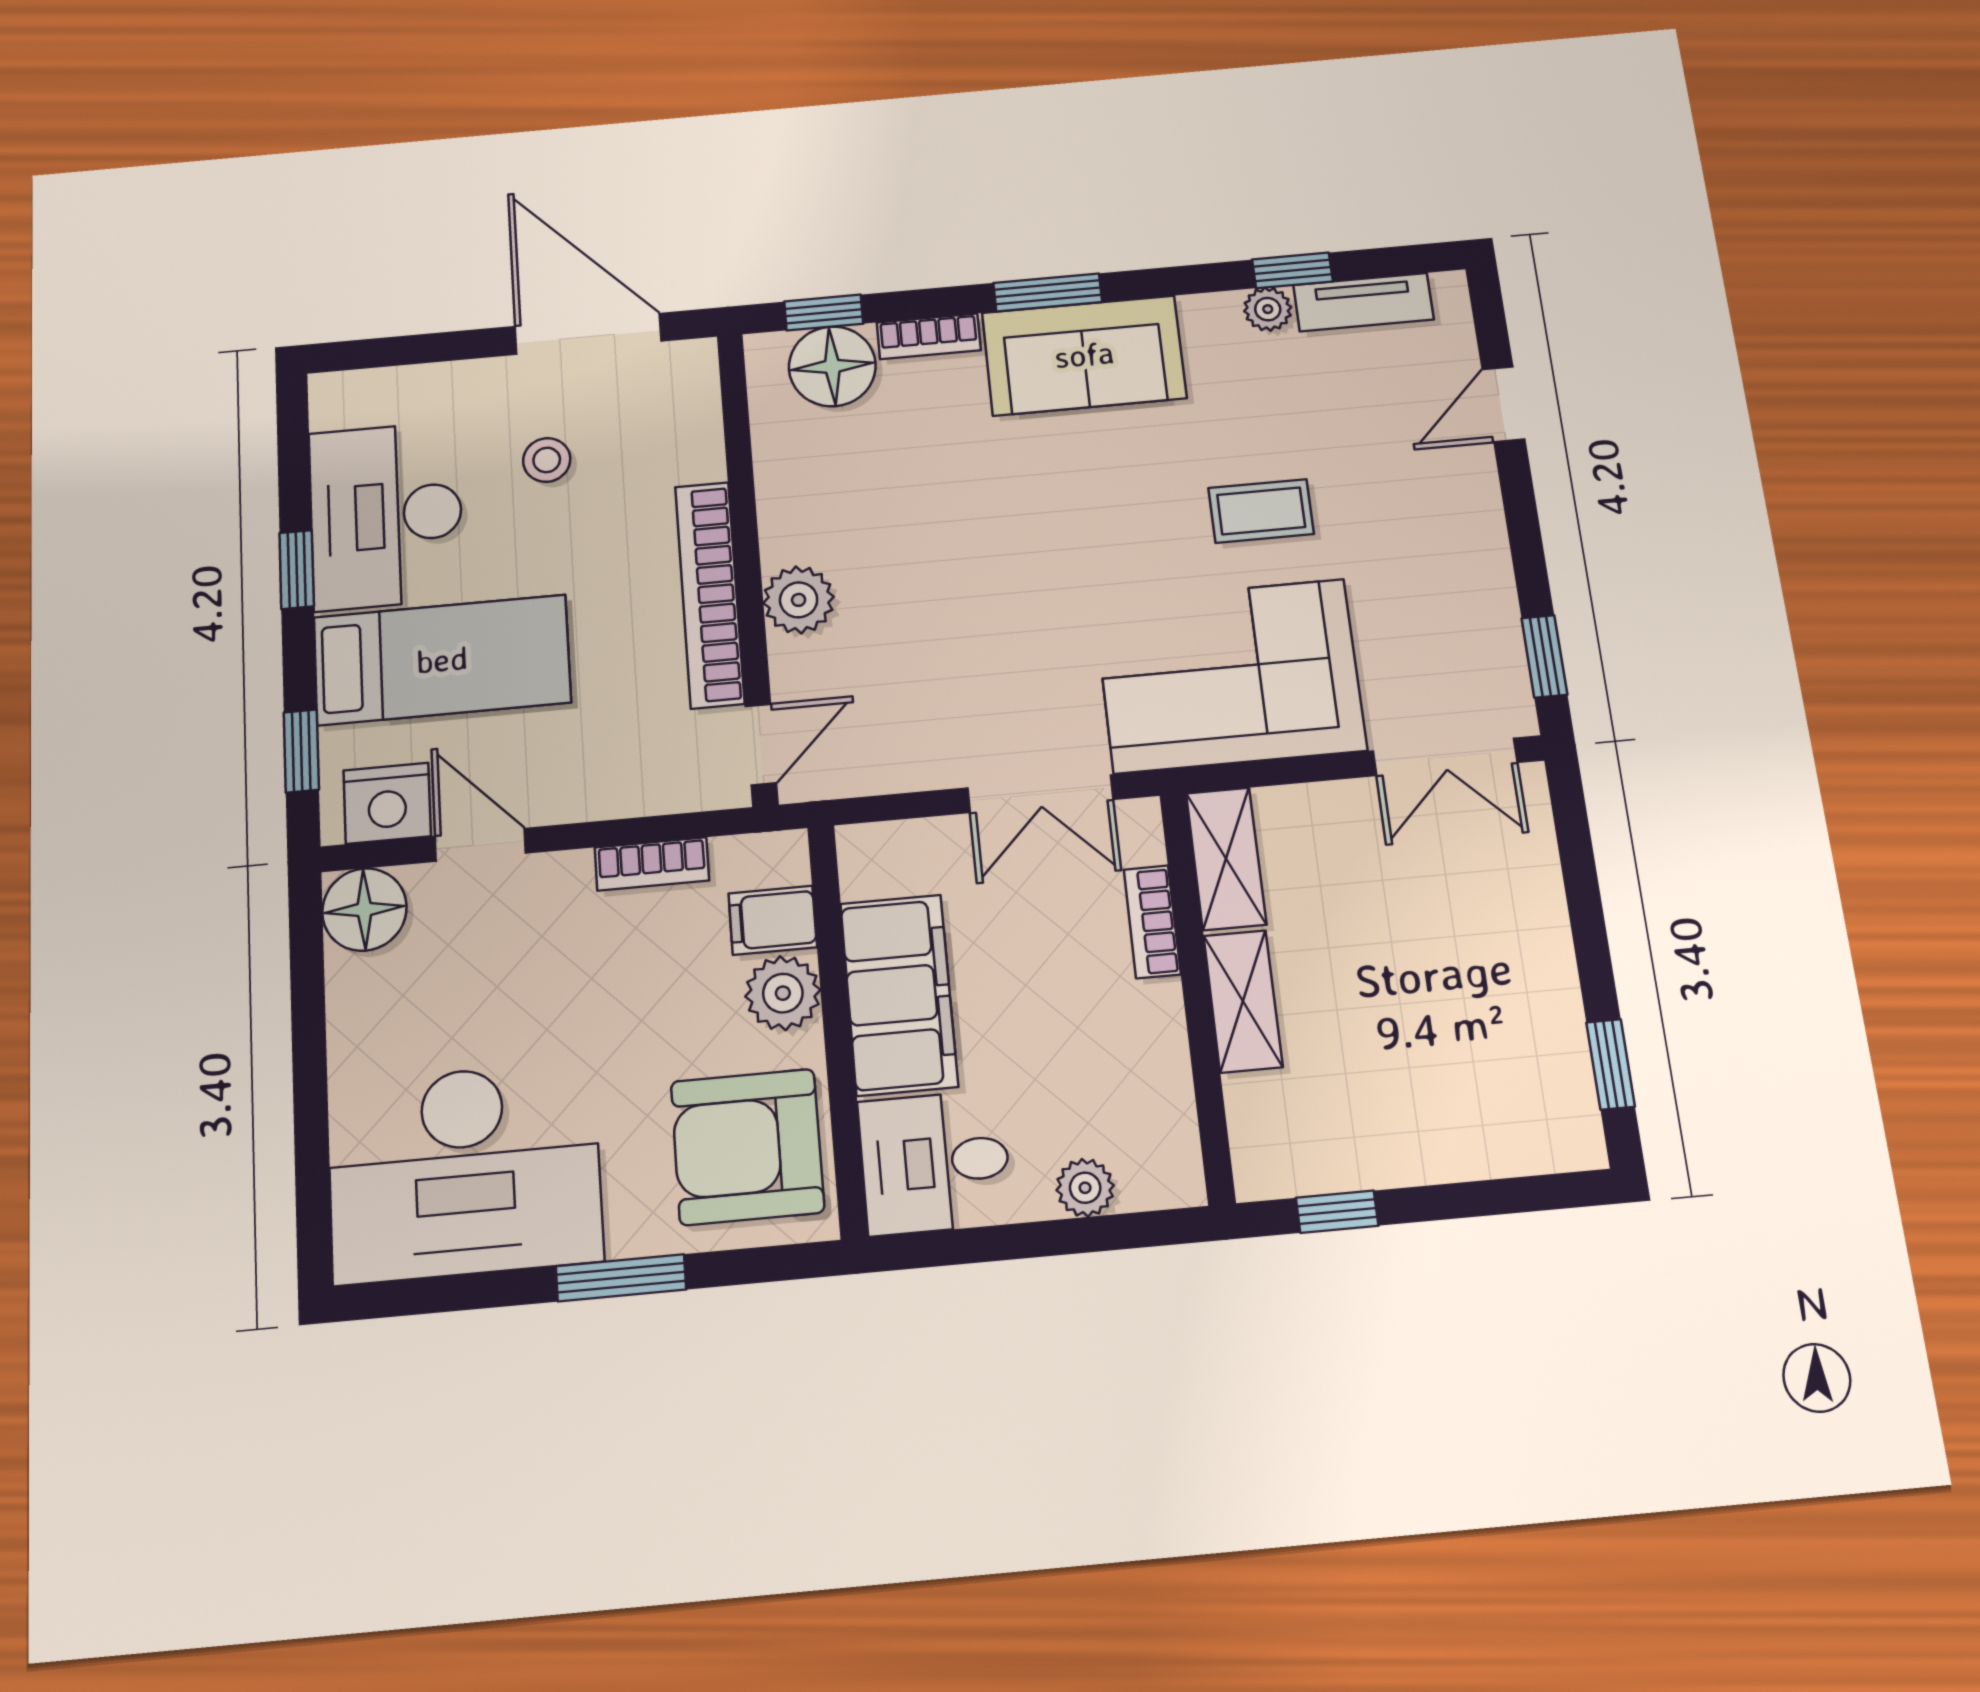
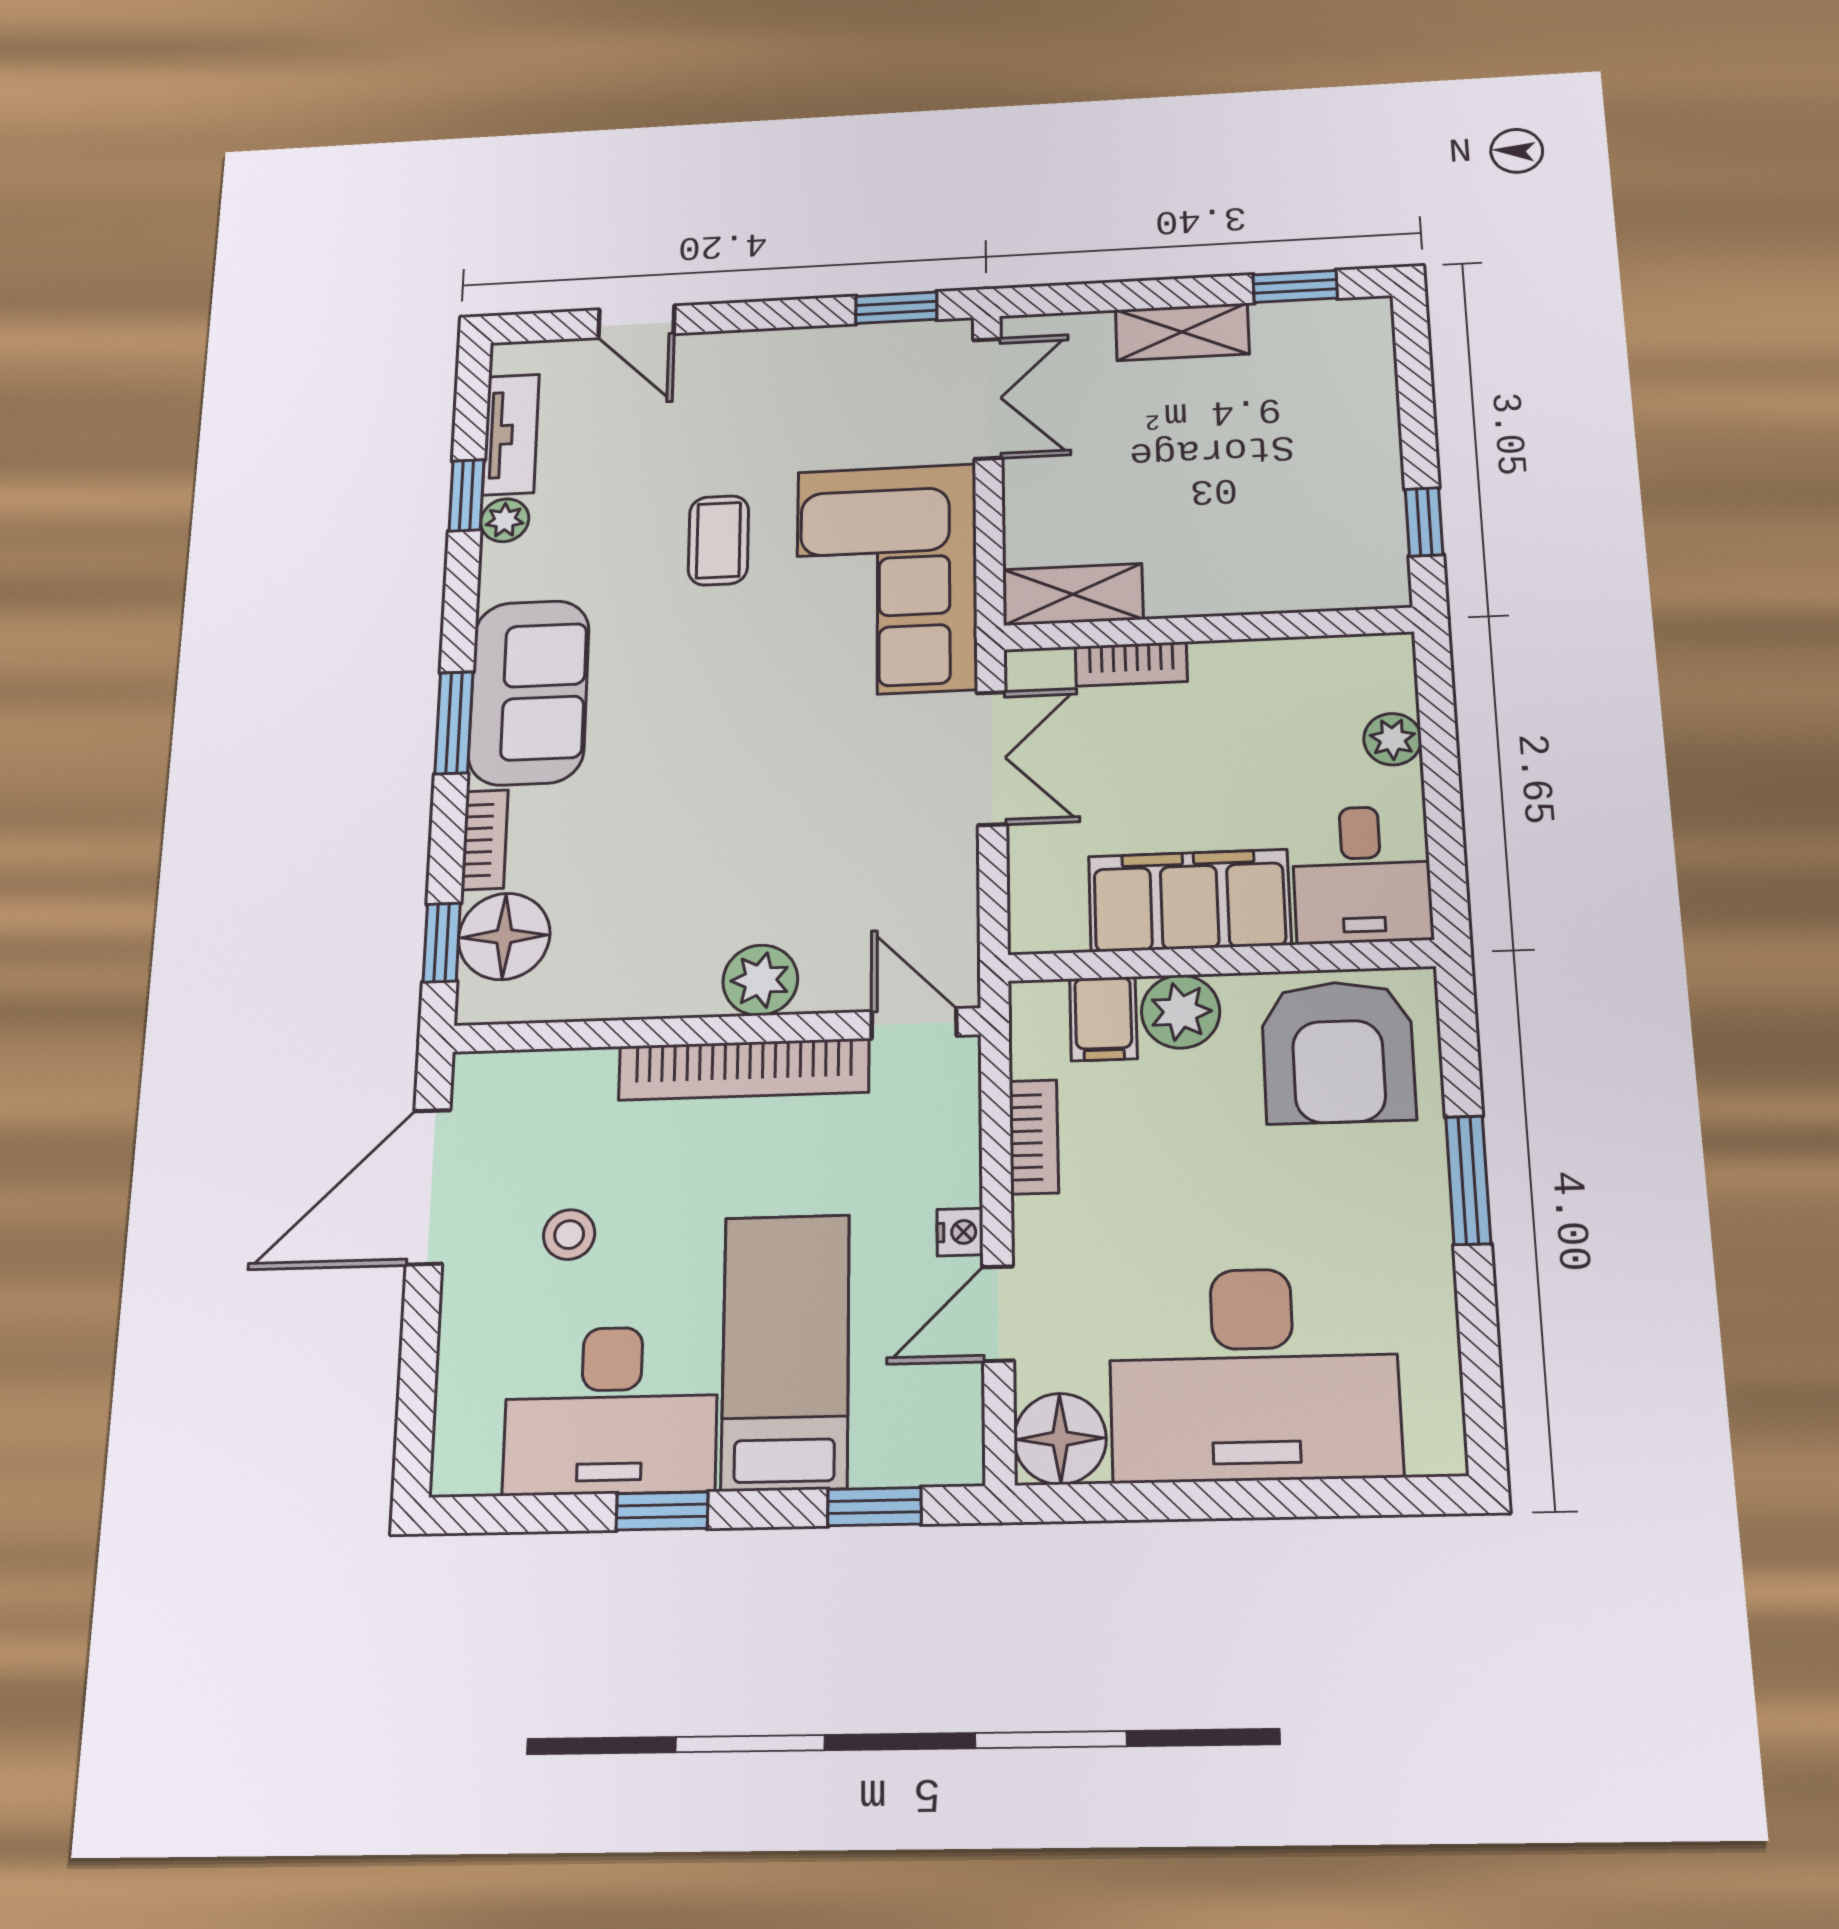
nightstand: (387, 803) -> (960, 1232), moved, width x0.53, depth x0.56
shelving: (1243, 1001) -> (1182, 332), moved
desk: (464, 1172) -> (1254, 1374), moved, turned 90

